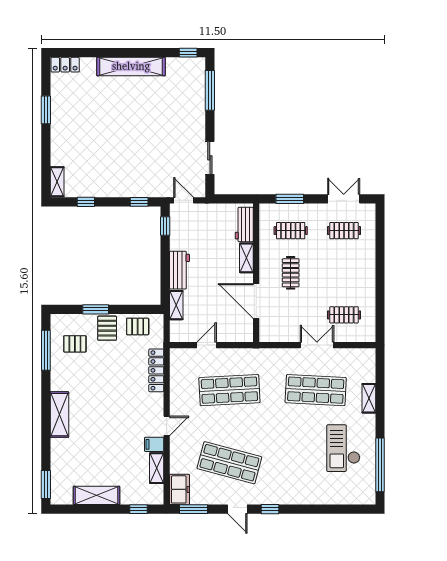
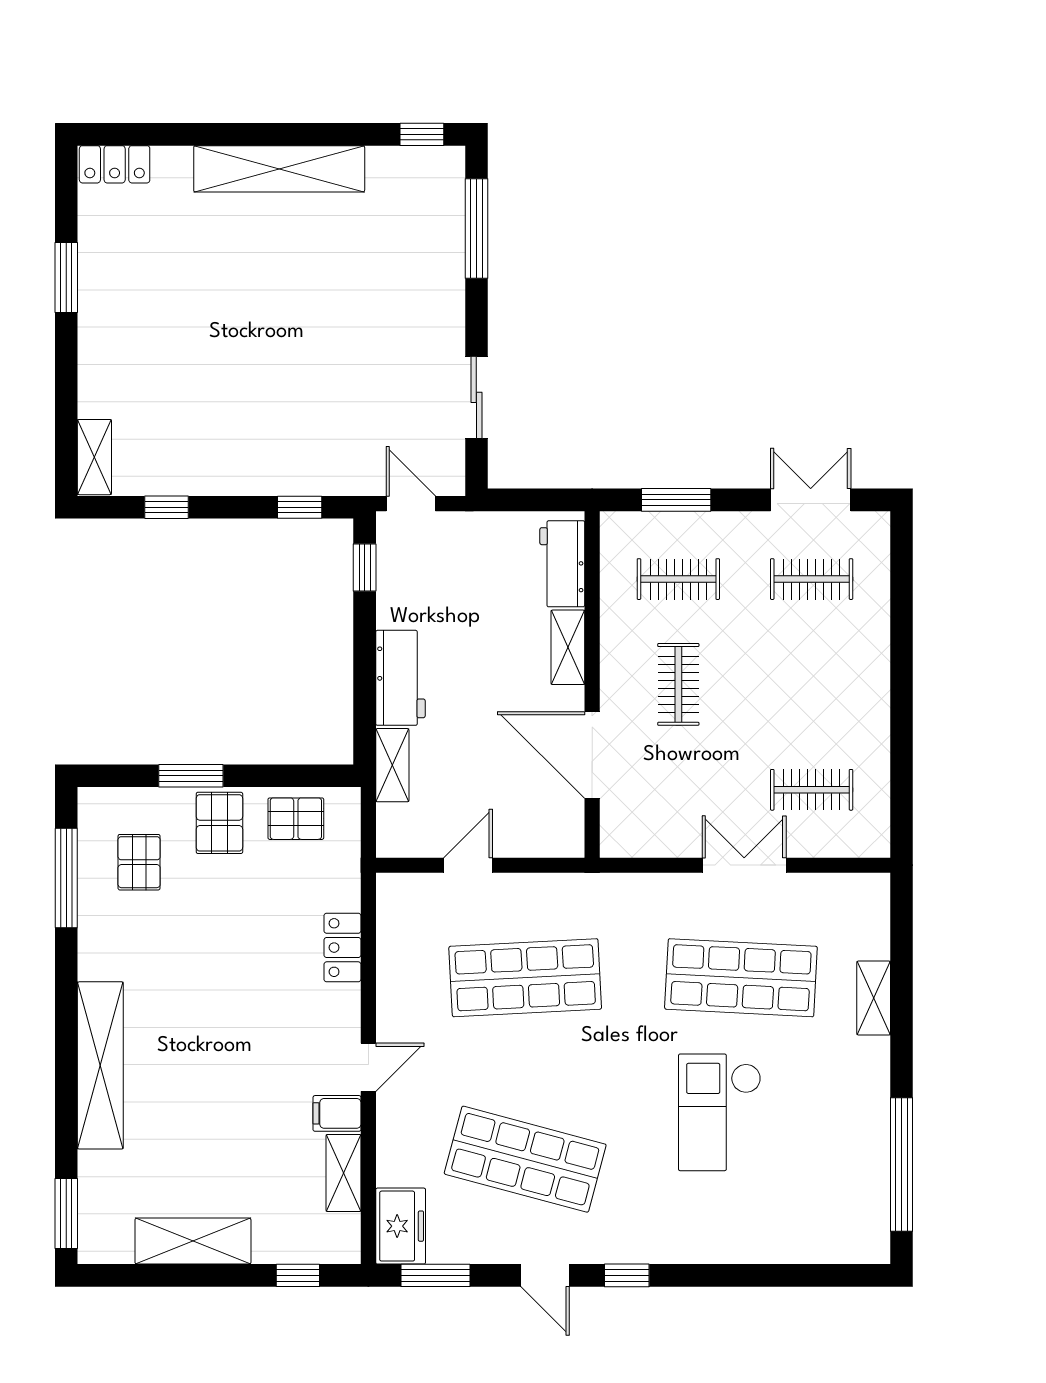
pallet: (75, 344) -> (139, 862), turned 90
locker: (156, 370) -> (342, 948), width x0.66
shelving: (59, 415) -> (100, 1065), width x1.47
checkout: (343, 448) -> (720, 1112), moved

